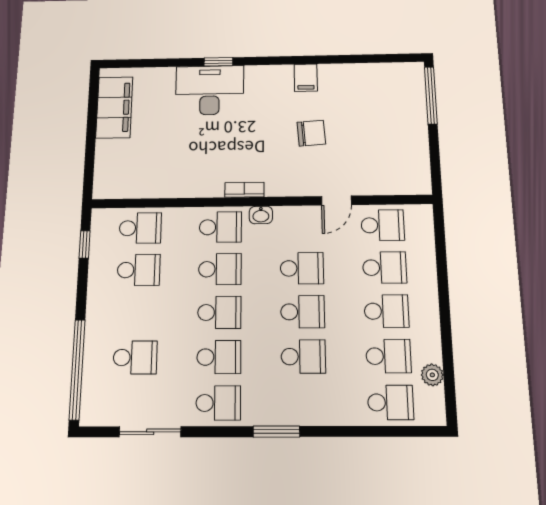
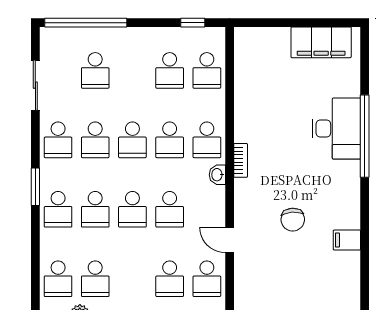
window: (218, 62) -> (365, 136), width x3.17
filing cabinet: (306, 78) -> (347, 240), moved
school desk: (386, 311) -> (58, 209), moved

